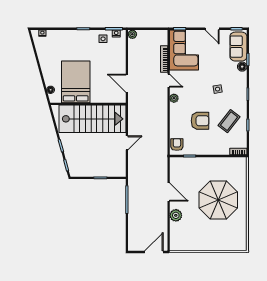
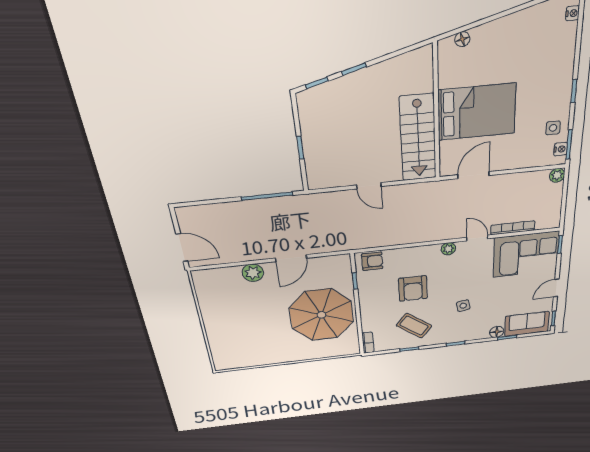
door: (169, 81) -> (477, 238), swing flipped
bed: (76, 82) -> (477, 112), moved
stairs: (93, 119) -> (418, 138), width x0.73, depth x0.66
parasol: (218, 200) -> (321, 315), moved

